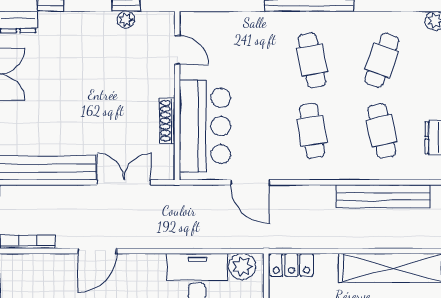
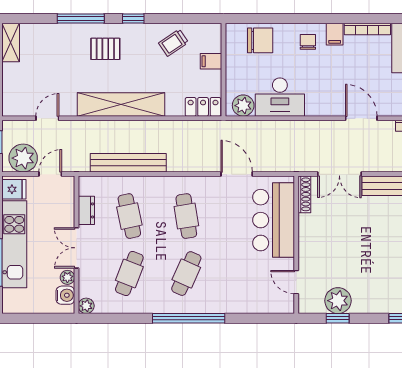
plant: (126, 20) -> (338, 301), width x1.87, depth x1.87
cafe table: (312, 60) -> (186, 274), turned 36
shoe rack: (167, 121) -> (304, 194), moved
door: (97, 251) -> (361, 118), hinge flipped

